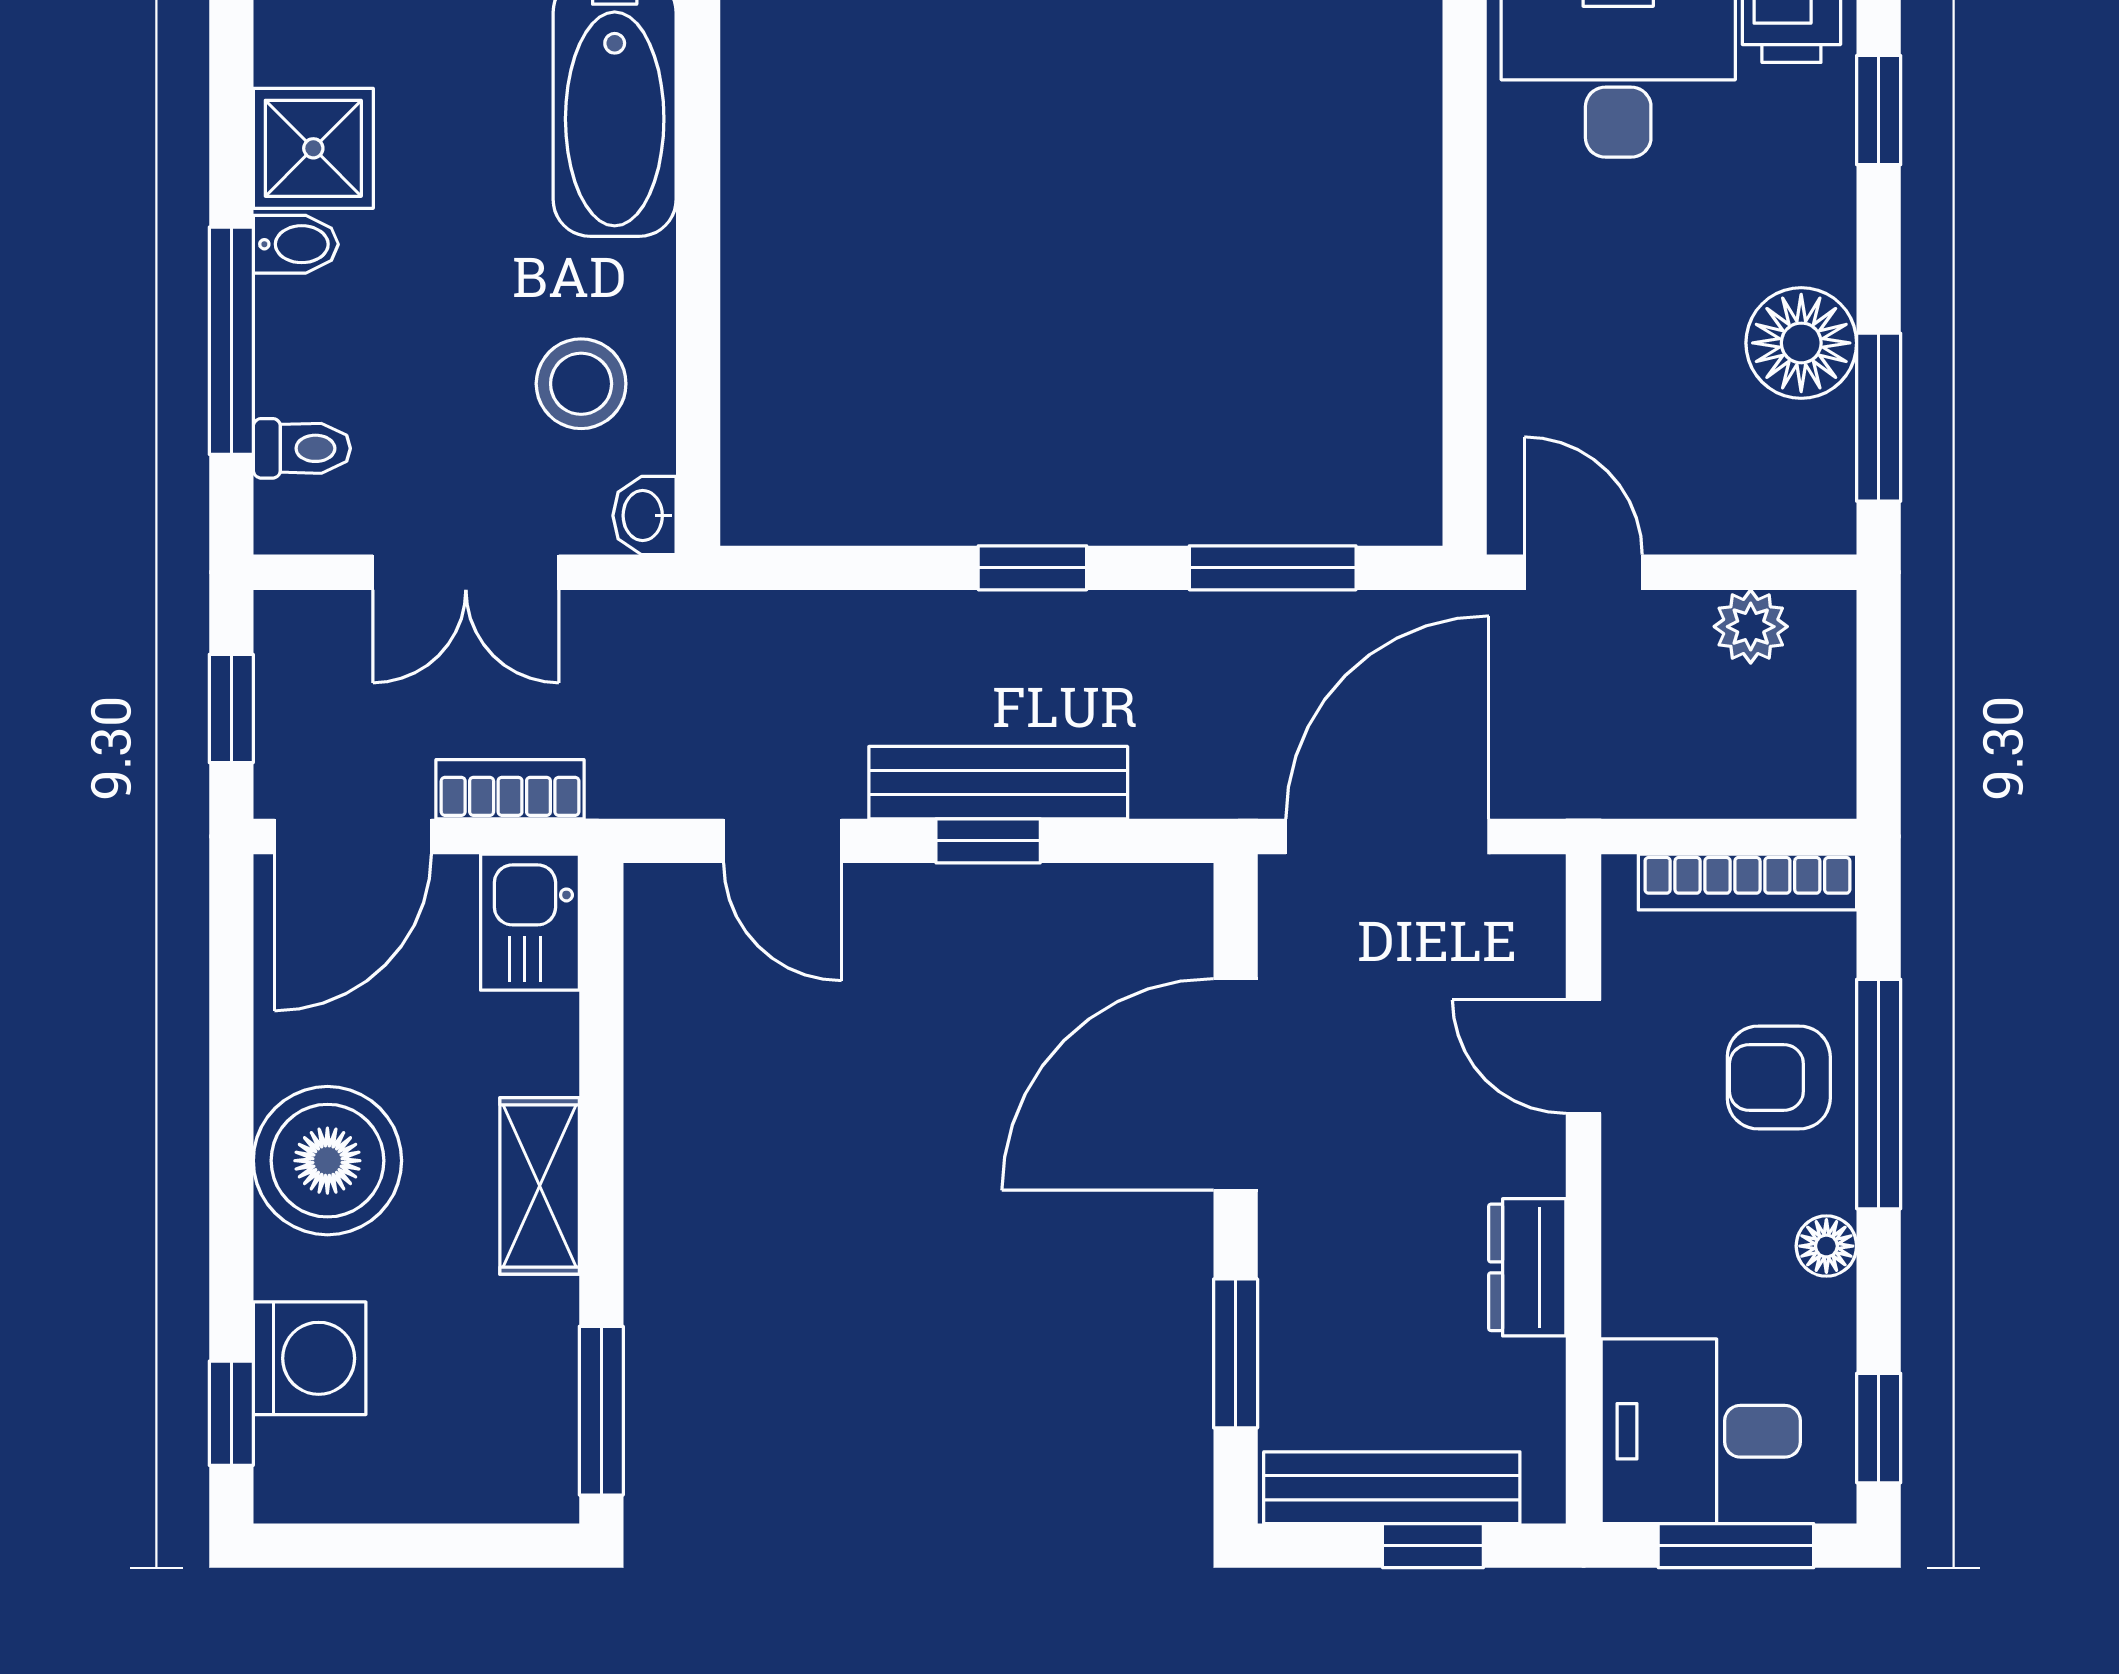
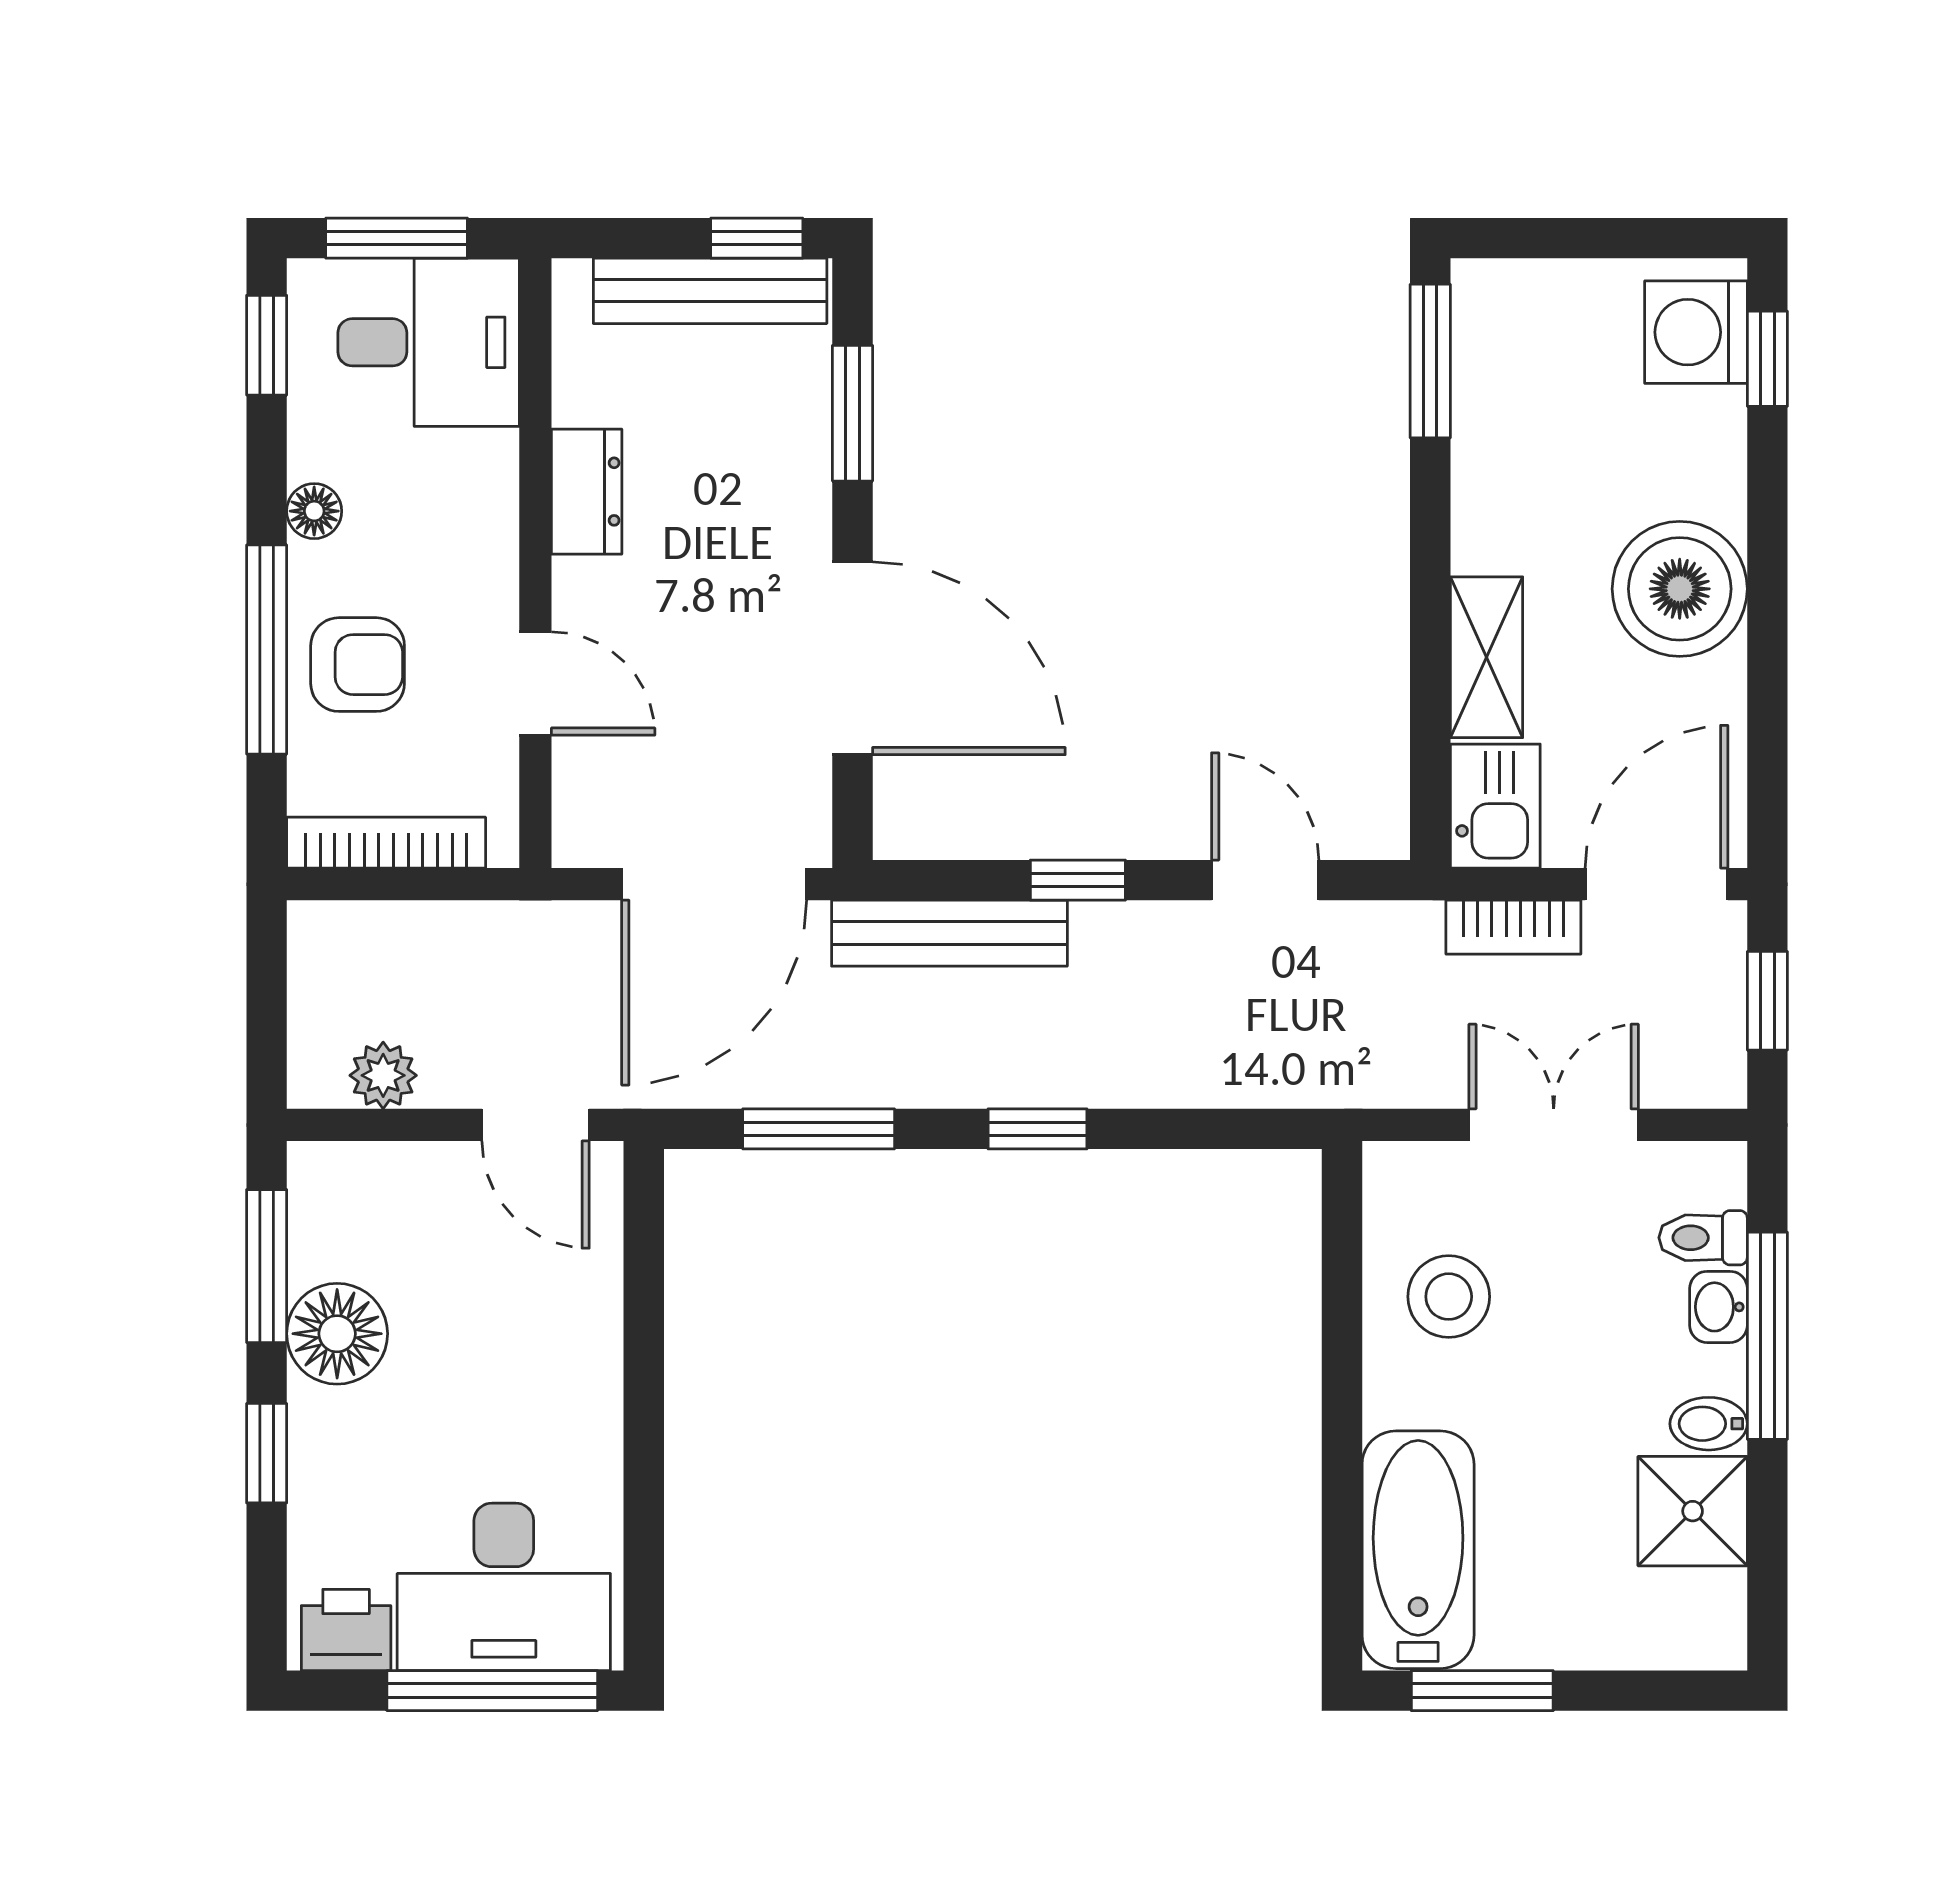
window: (1879, 110) -> (267, 1453), moved
washbasin: (645, 516) -> (1718, 1307), moved, turned 180
bench: (998, 783) -> (949, 933), moved
door: (1236, 1084) -> (852, 658), hinge flipped
shelving: (540, 1186) -> (1487, 657), moved
washing machine: (310, 1358) -> (1696, 332), moved
window: (1433, 1546) -> (757, 238), moved

